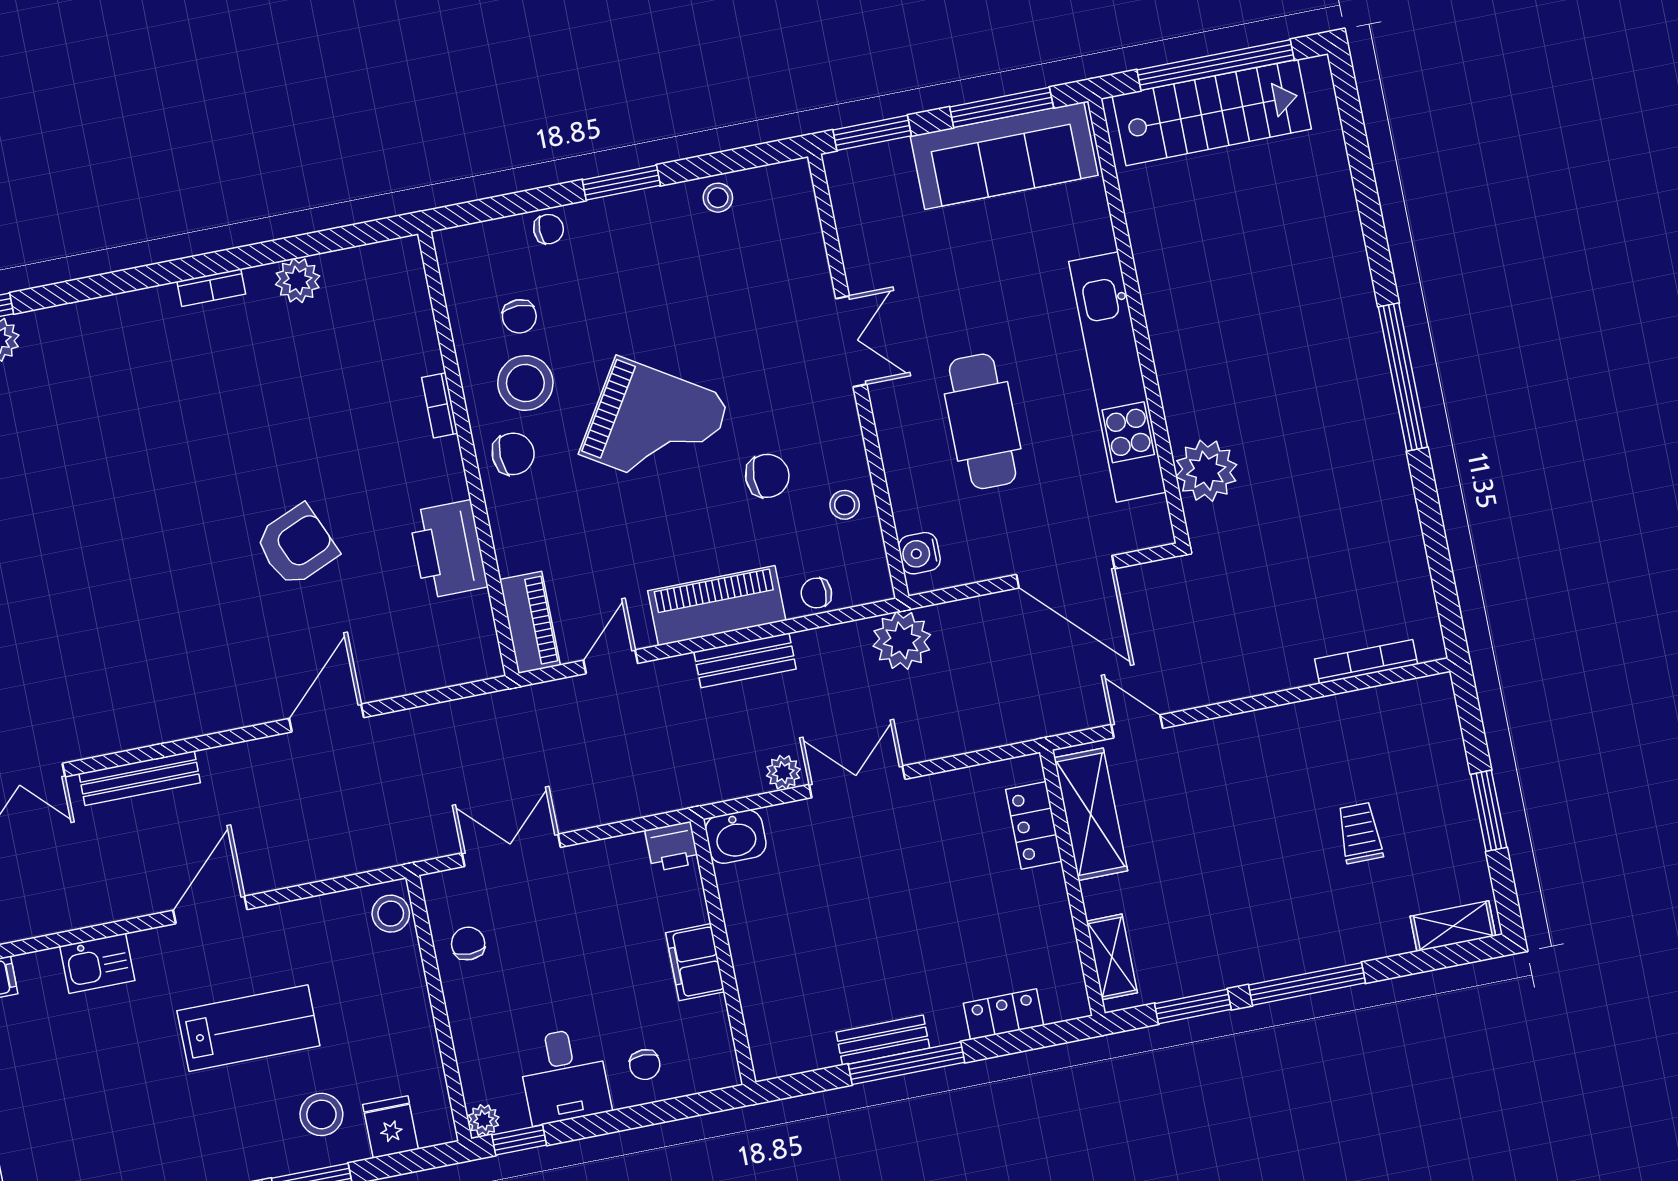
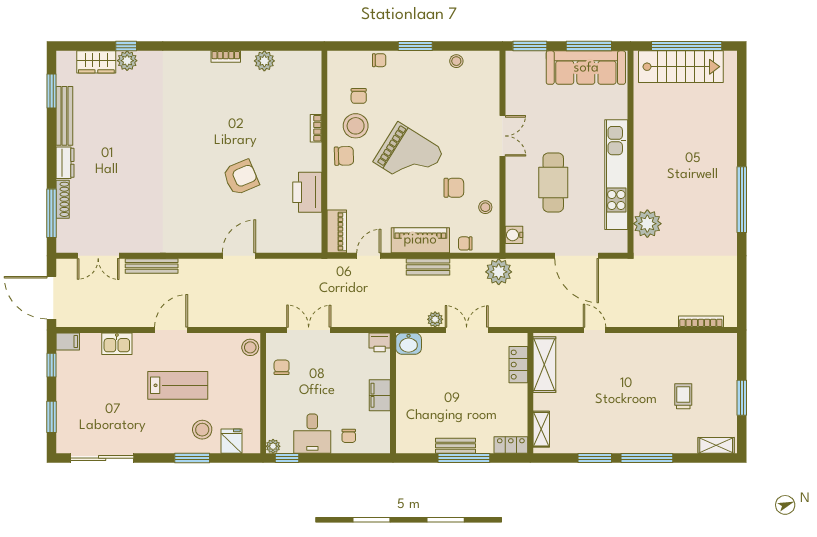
shelving: (1091, 814) -> (544, 365), moved
locker: (1034, 825) -> (518, 365), moved
wall: (1072, 883) -> (530, 393), moved
shelving: (1112, 957) -> (541, 429), moved

